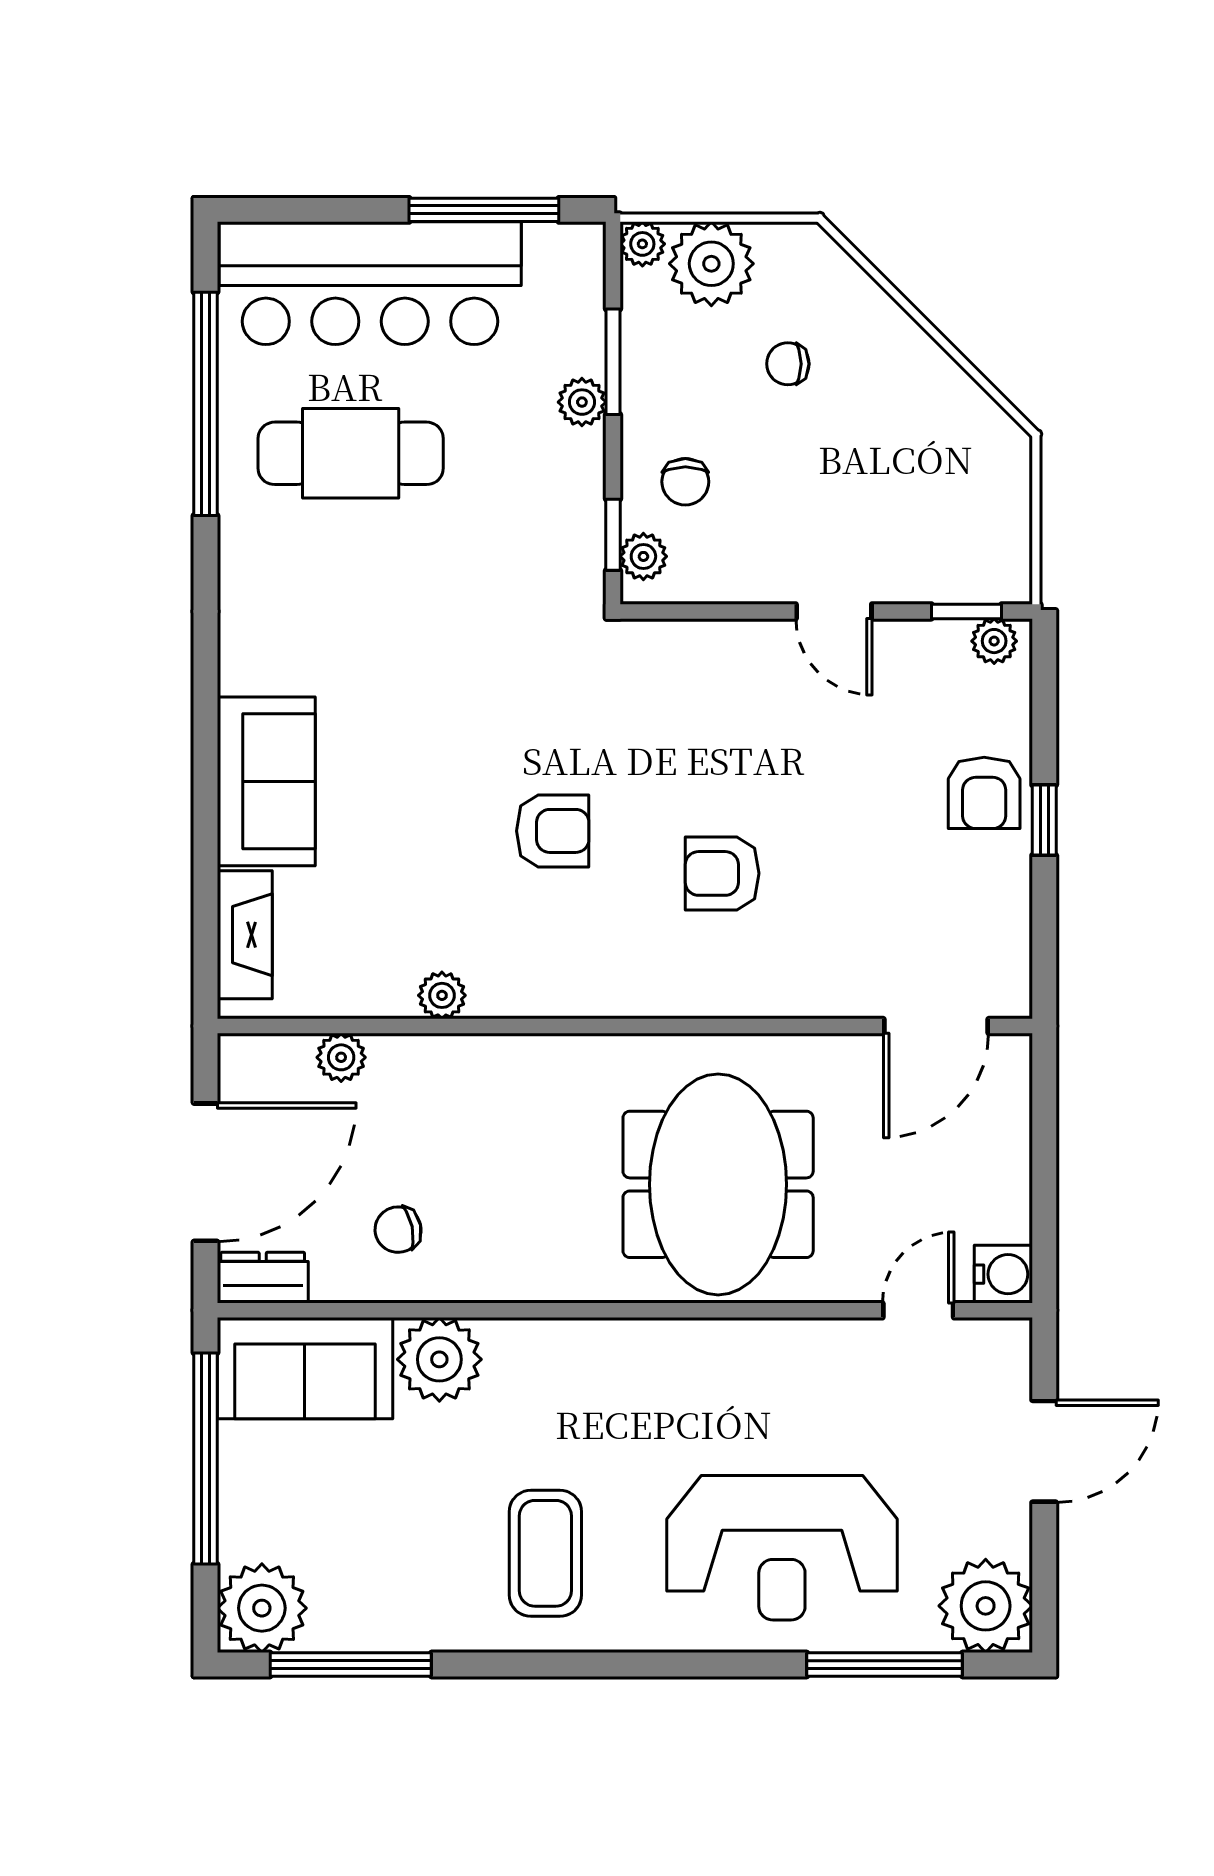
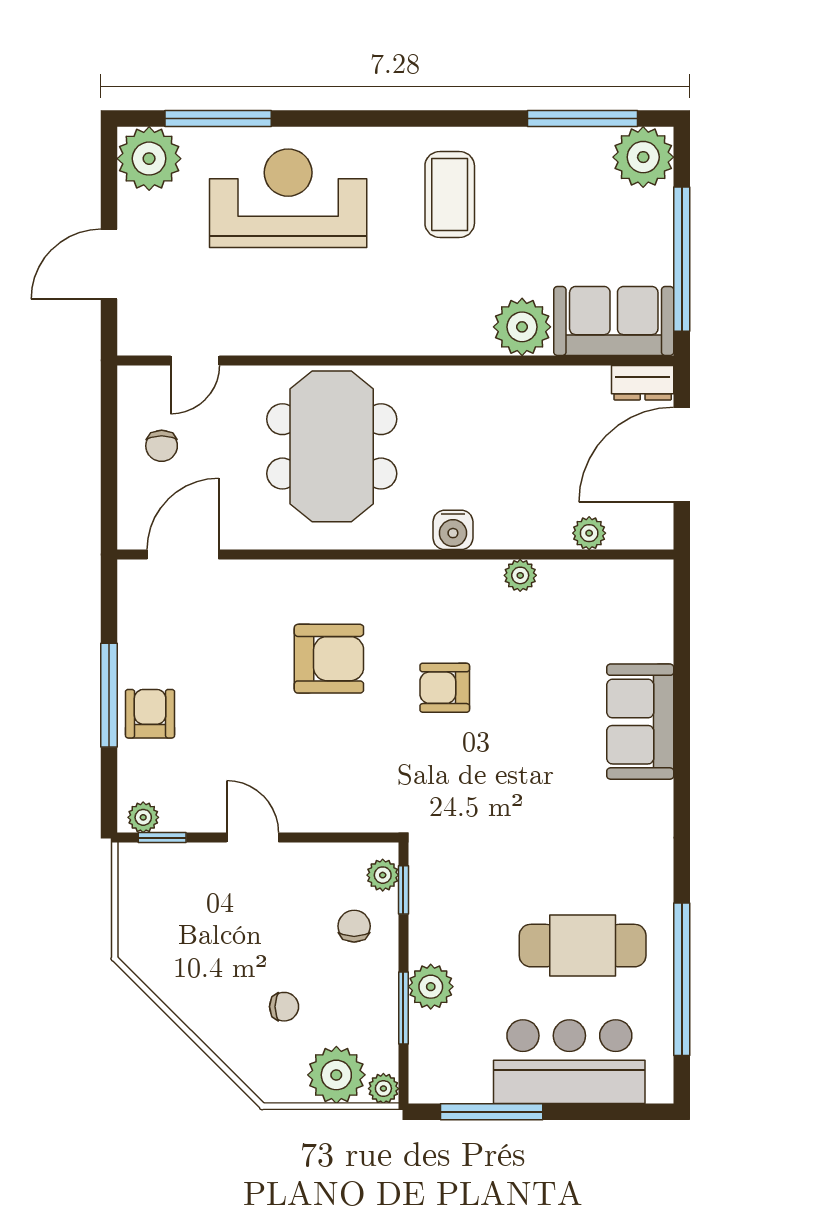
bar counter: (370, 283) -> (569, 1062), width x0.73
plant: (582, 402) -> (431, 987), width x1.38, depth x1.38
window: (1044, 820) -> (109, 695), width x2.17
armchair: (722, 873) -> (329, 659), width x1.38, depth x1.38
fireplace: (245, 935) -> (655, 617), removed
chair: (398, 1230) -> (162, 446), moved, turned 102
water cooler: (1003, 1274) -> (453, 530), moved, turned -90

